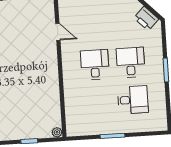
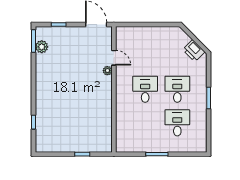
desk: (133, 100) -> (177, 123), turned -90
plant: (57, 132) -> (107, 71), moved

